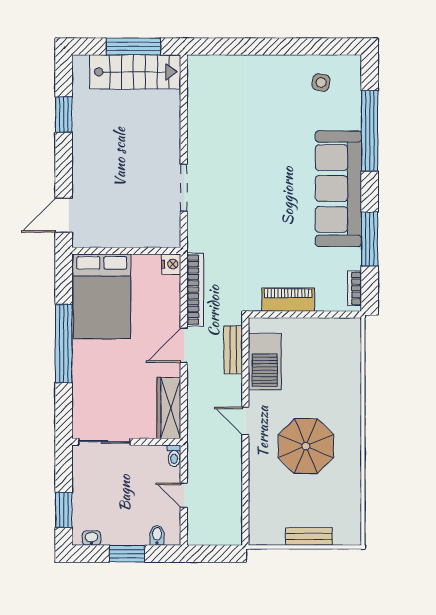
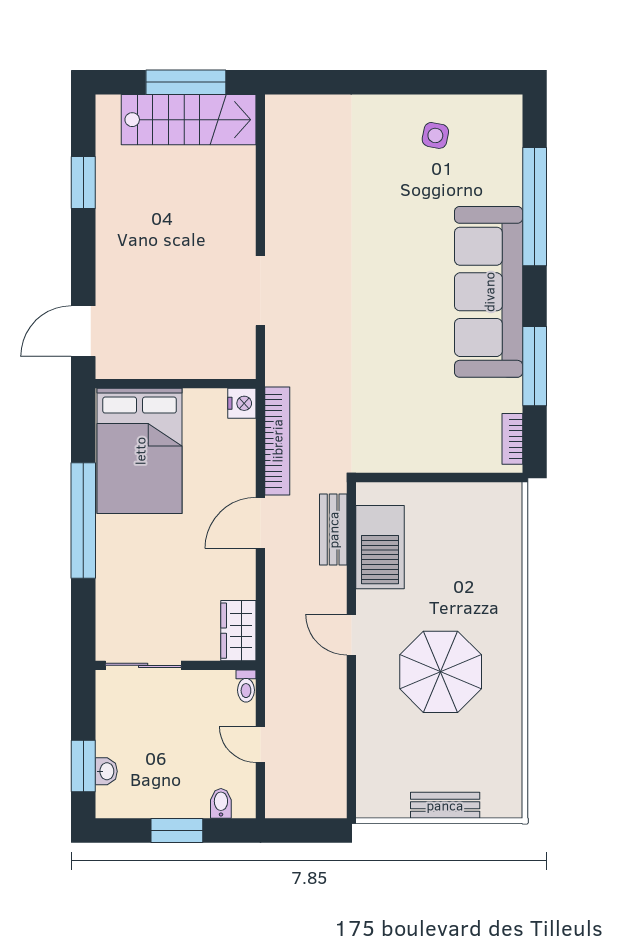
side table: (321, 82) -> (435, 135), moved
piano: (288, 300) -> (414, 456), removed
wardrobe: (169, 408) -> (238, 631), width x0.67
washbasin: (92, 538) -> (106, 771), moved, turned 90

